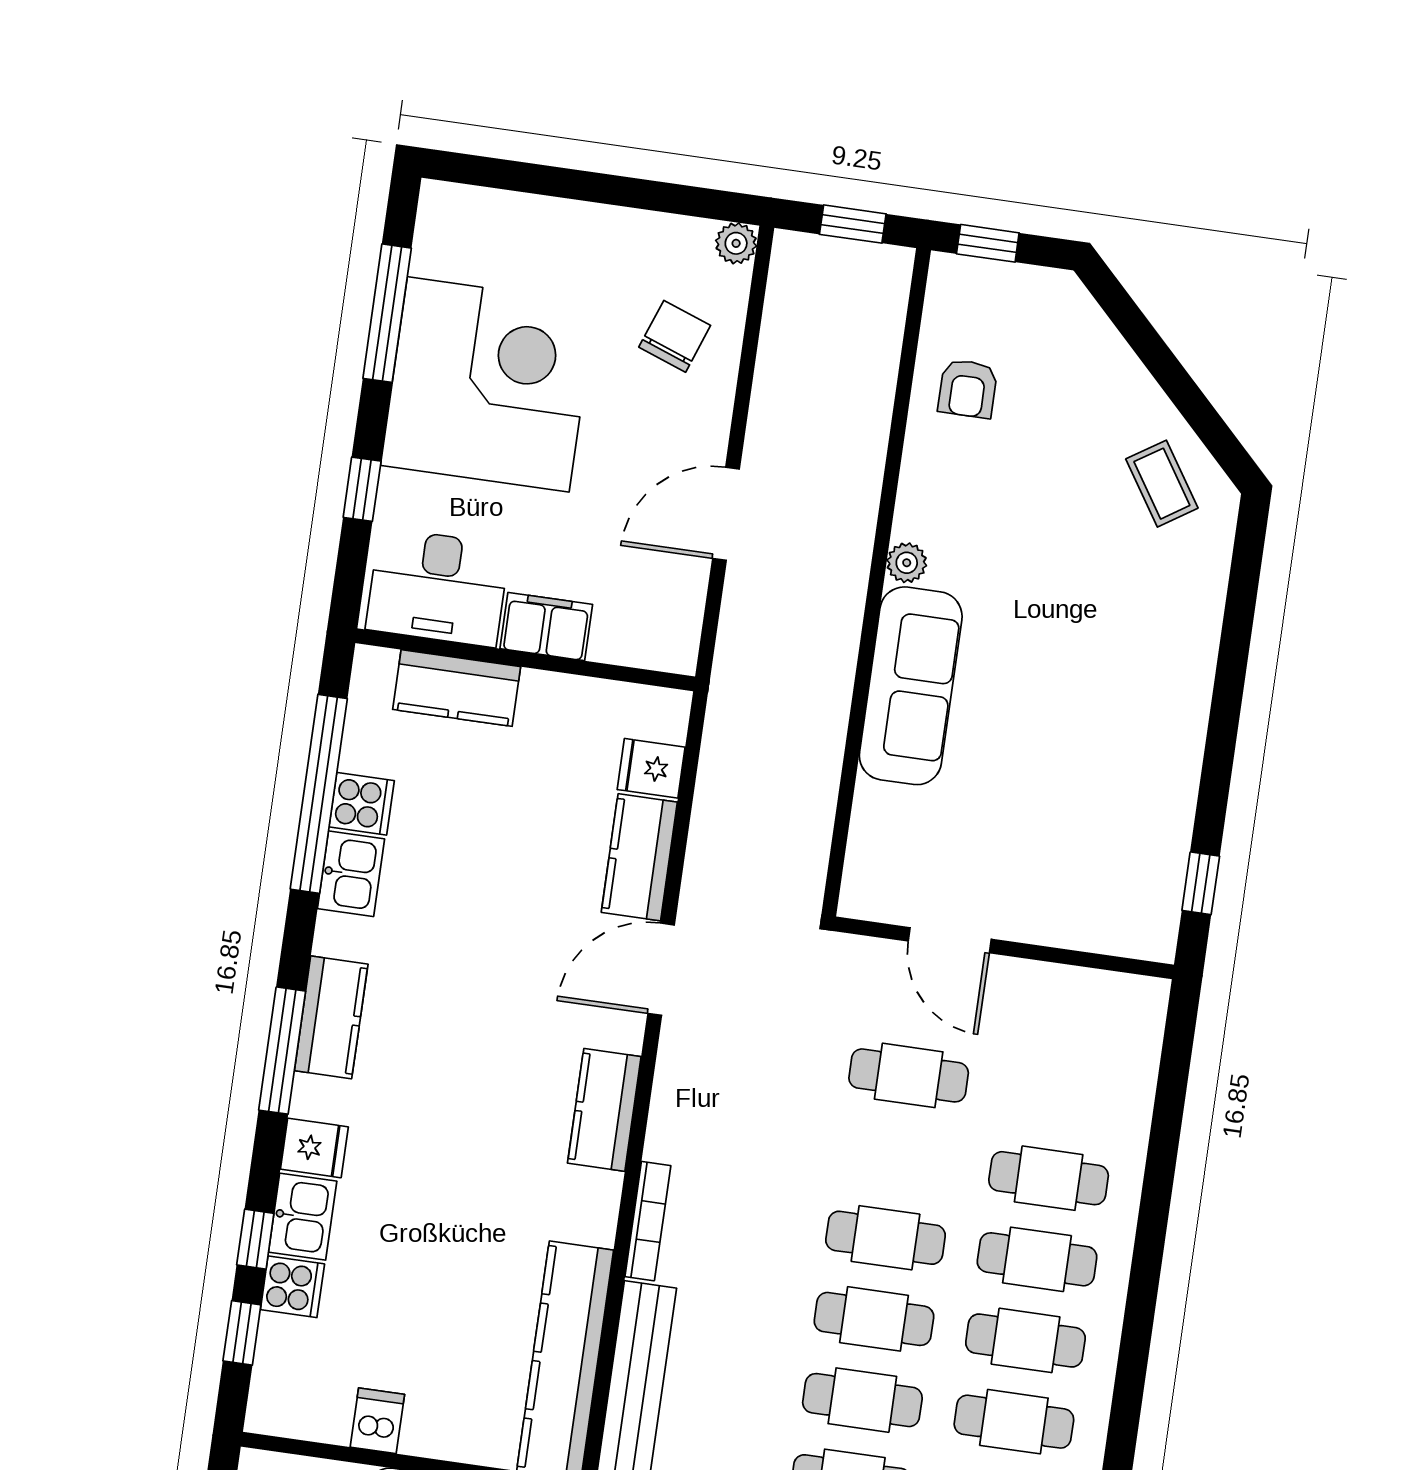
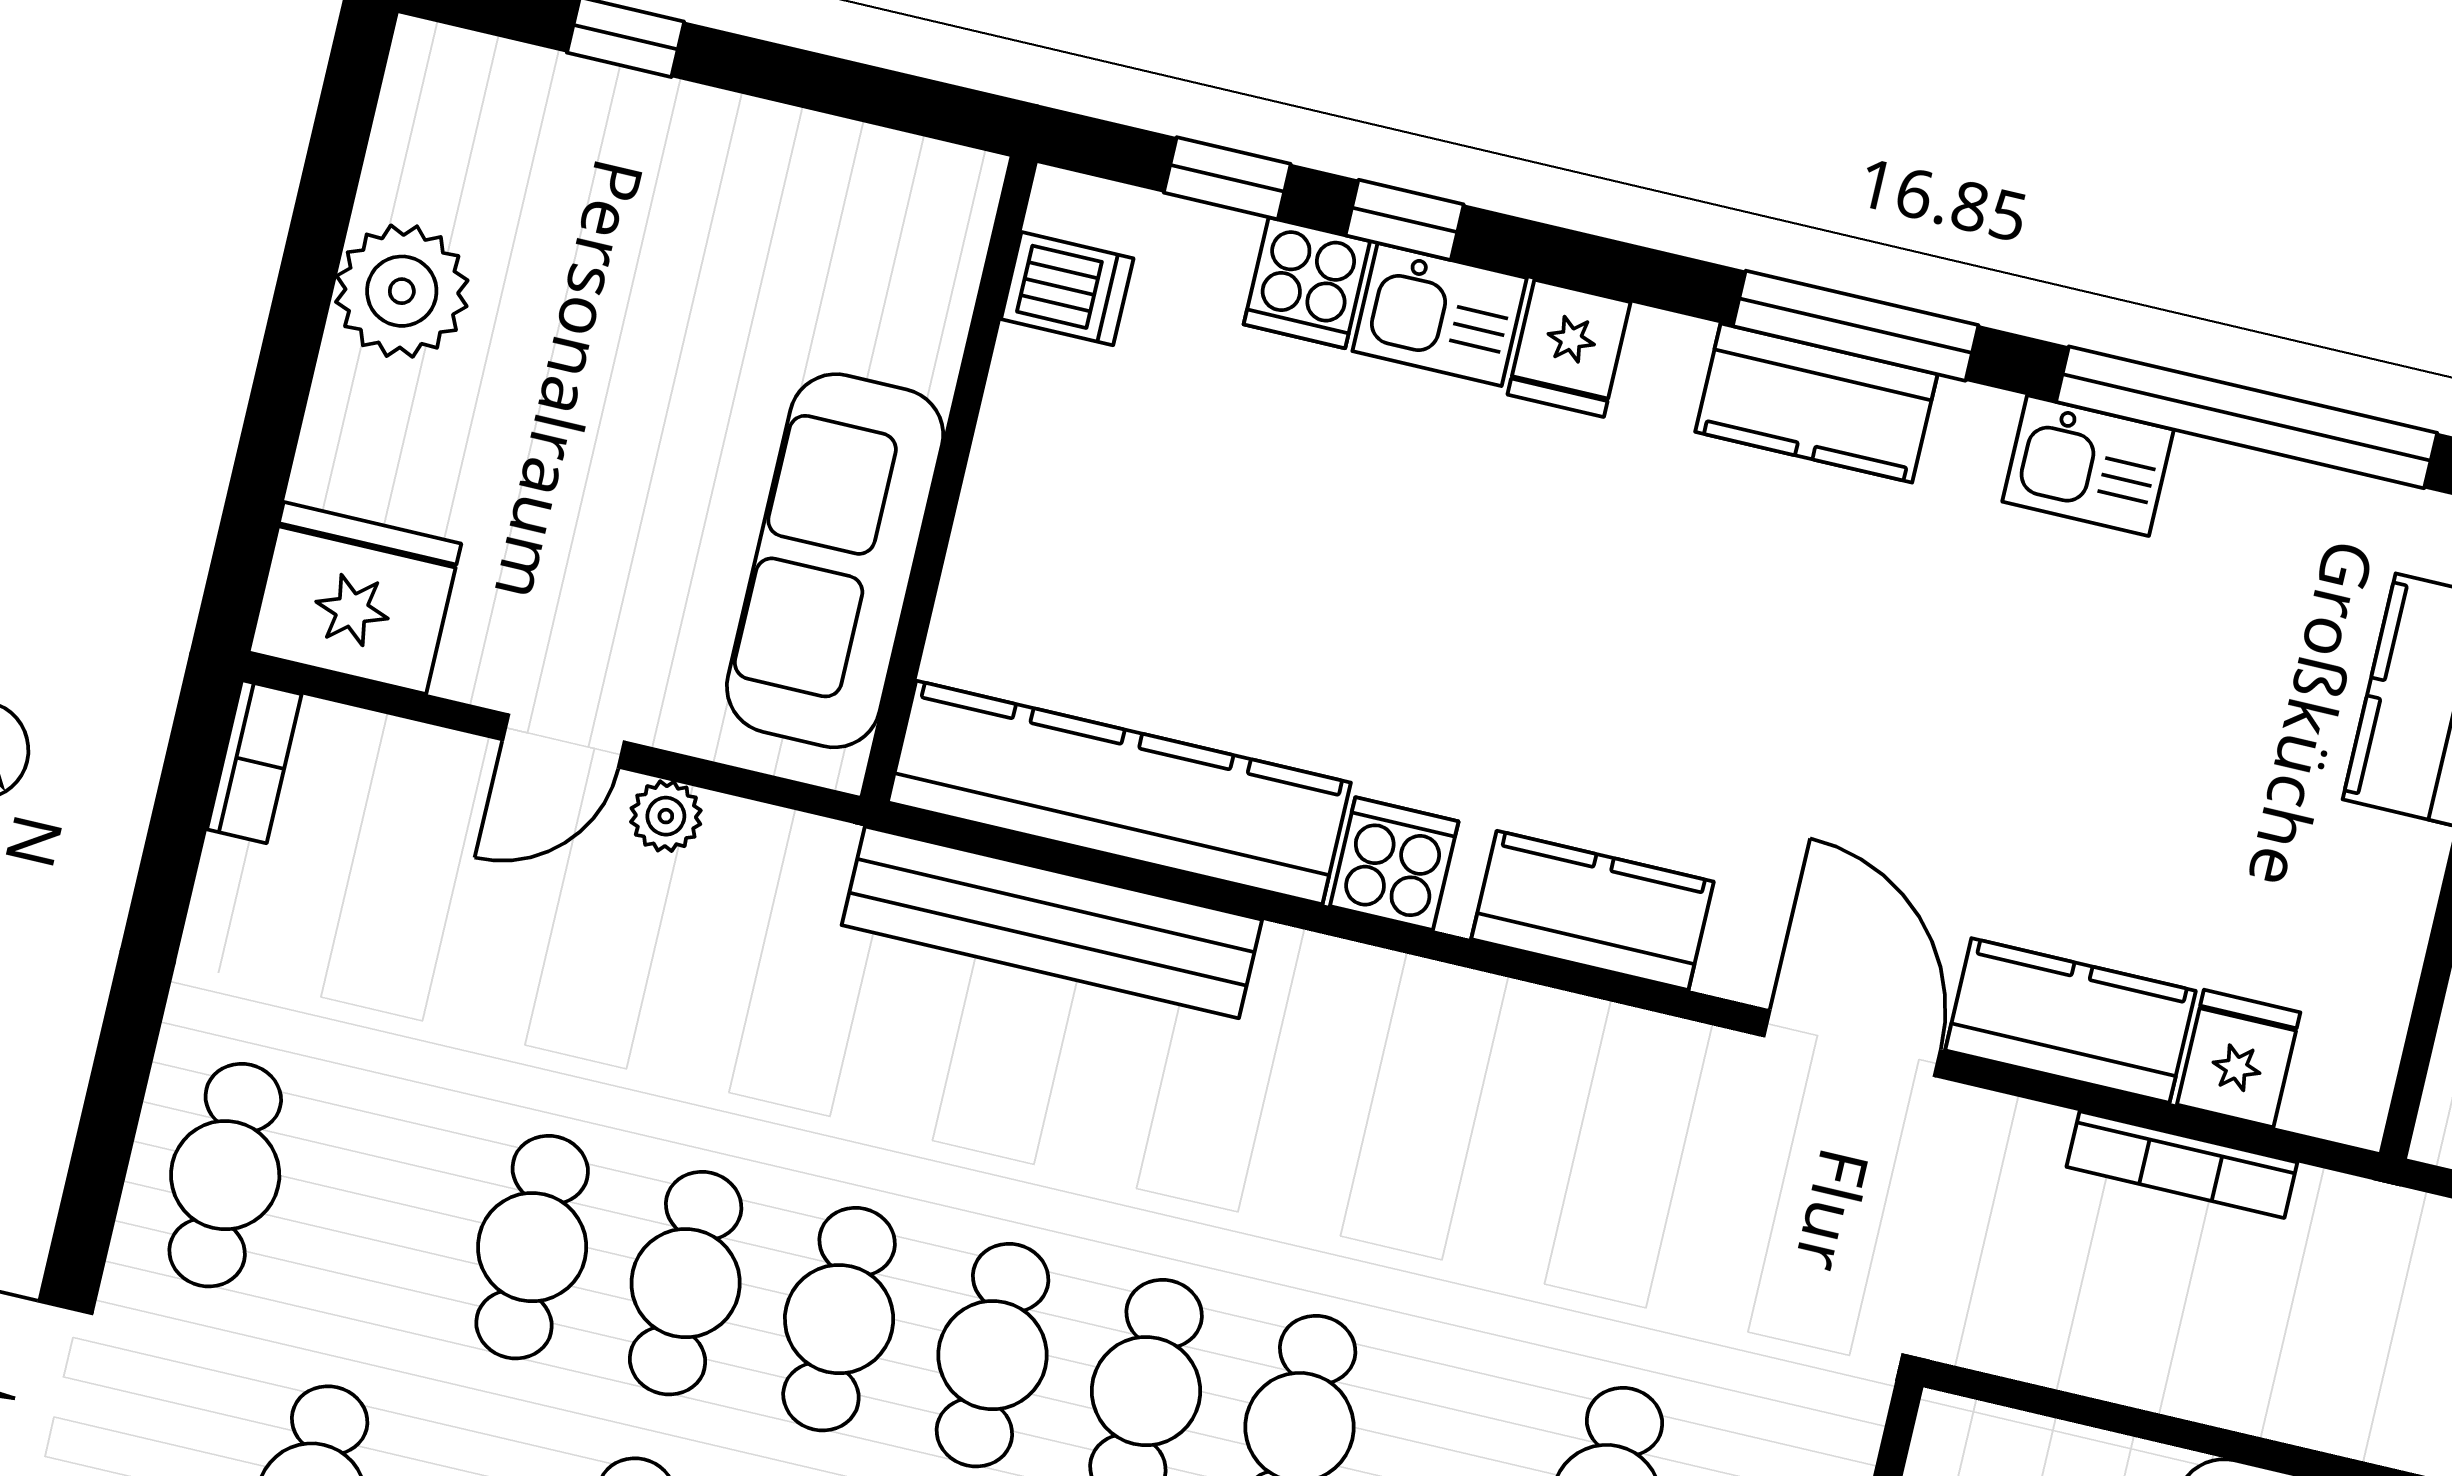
cooker: (362, 804) -> (1394, 864), moved, turned 180
window: (282, 1051) -> (1856, 326), moved
bookcase: (648, 1221) -> (2182, 1165), moved
dishwasher: (377, 1421) -> (1067, 289), moved

